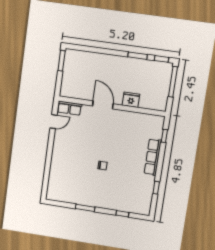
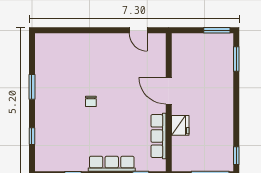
window: (138, 56) -> (236, 59), moved
door: (103, 105) -> (169, 91), swing flipped
row of seats: (69, 108) -> (158, 136), moved, width x1.48

